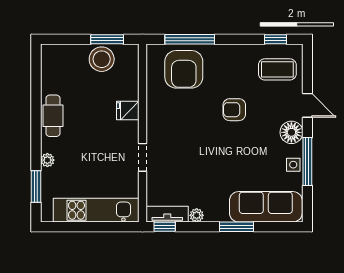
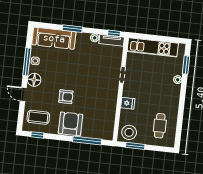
stool: (102, 59) -> (129, 132), moved
armchair: (184, 69) -> (70, 124), moved
cafe table: (53, 116) -> (160, 126), moved

